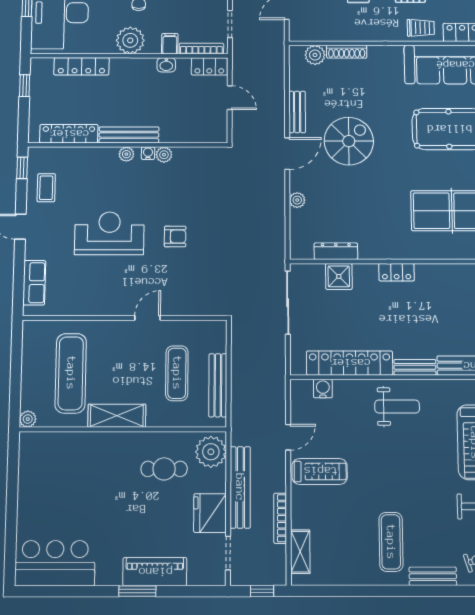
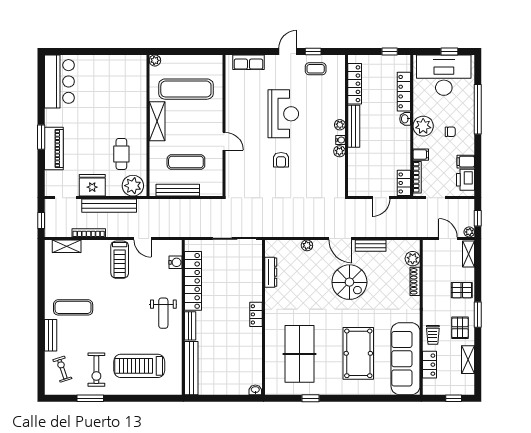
washbasin: (166, 65) -> (405, 119), moved
window: (22, 168) -> (313, 51), moved
shower: (339, 276) -> (253, 274), removed

